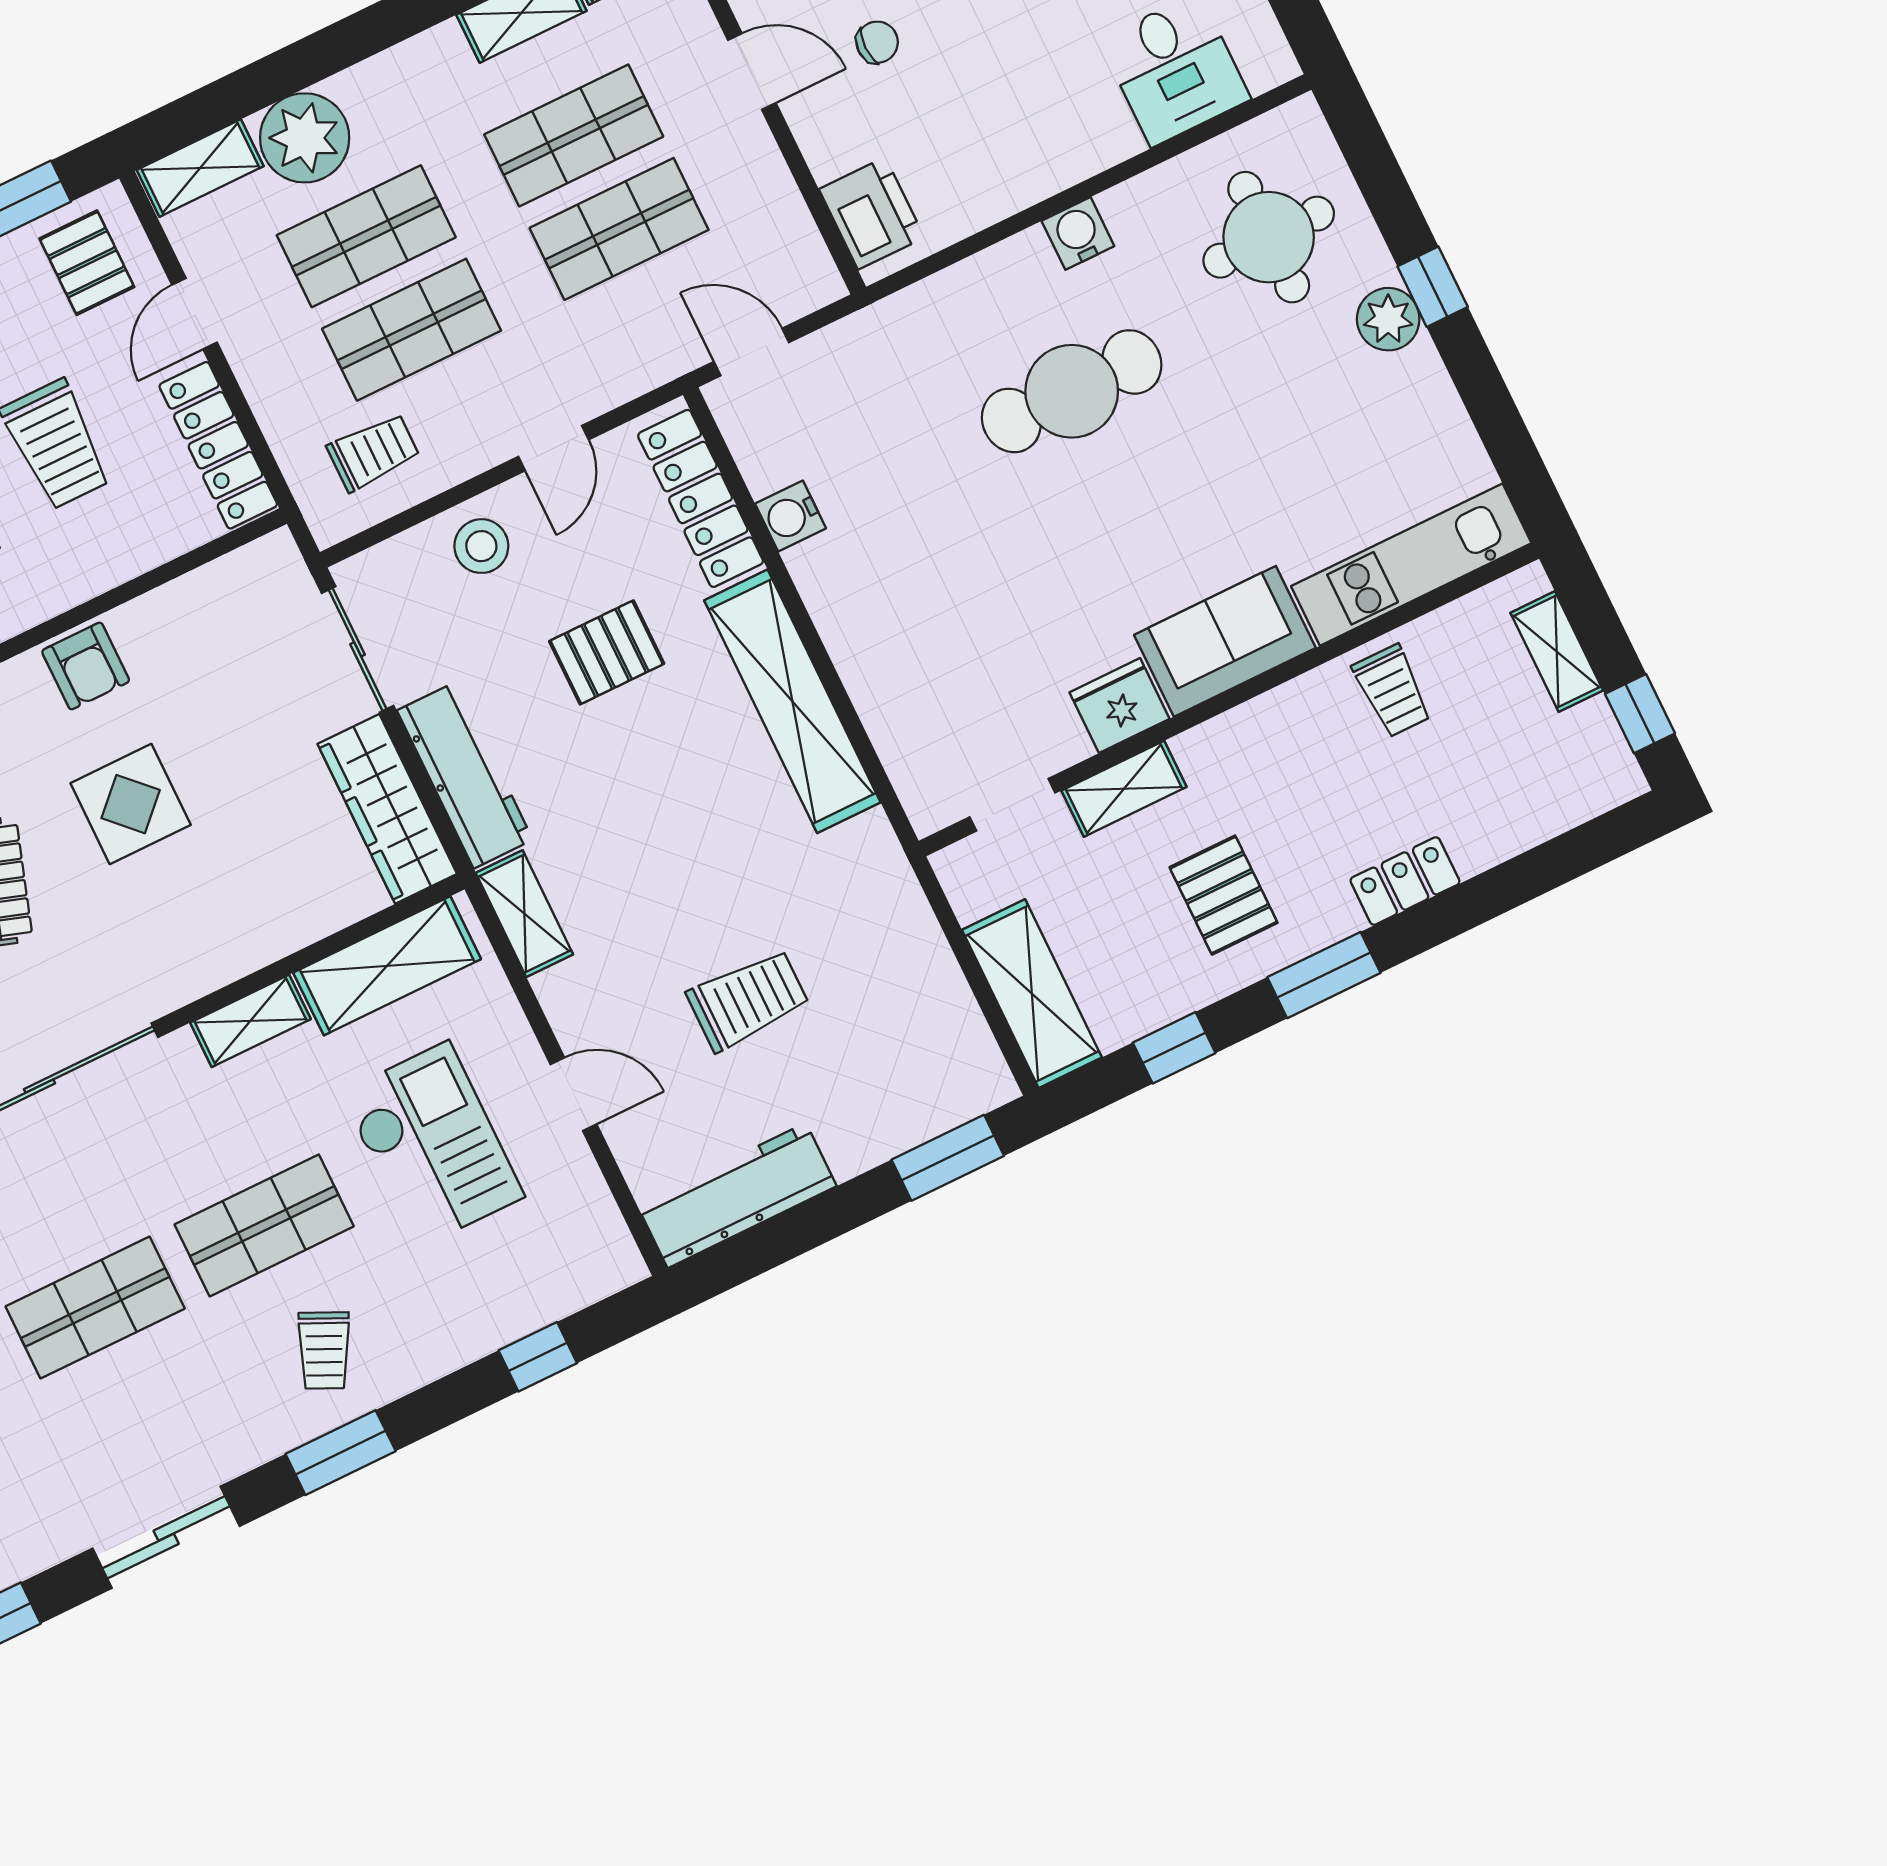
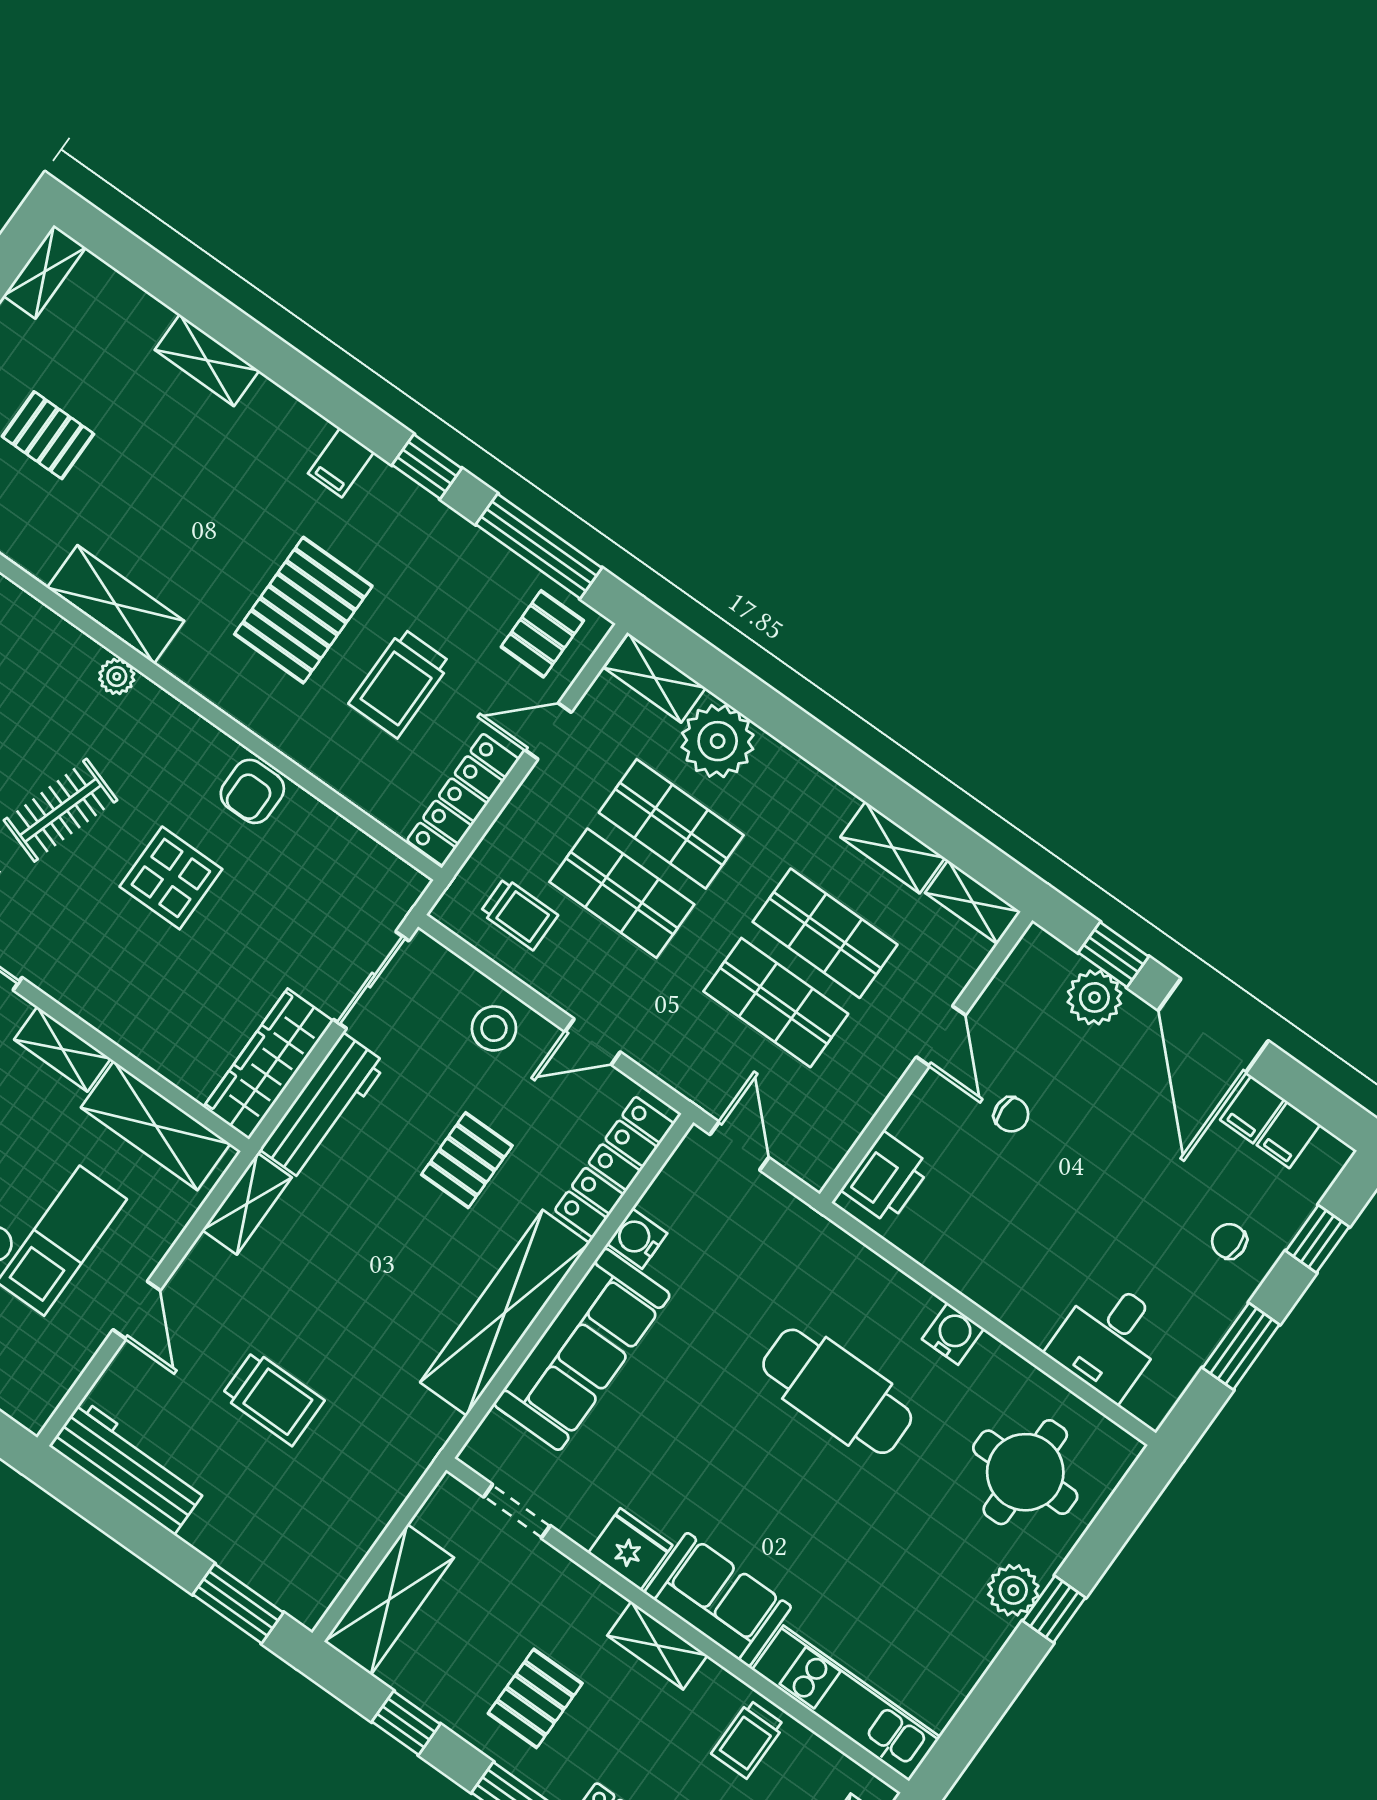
sofa: (877, 640) -> (582, 1349), added
pallet: (607, 652) -> (467, 1160), turned 90
shelving: (1124, 789) -> (657, 1645), moved

